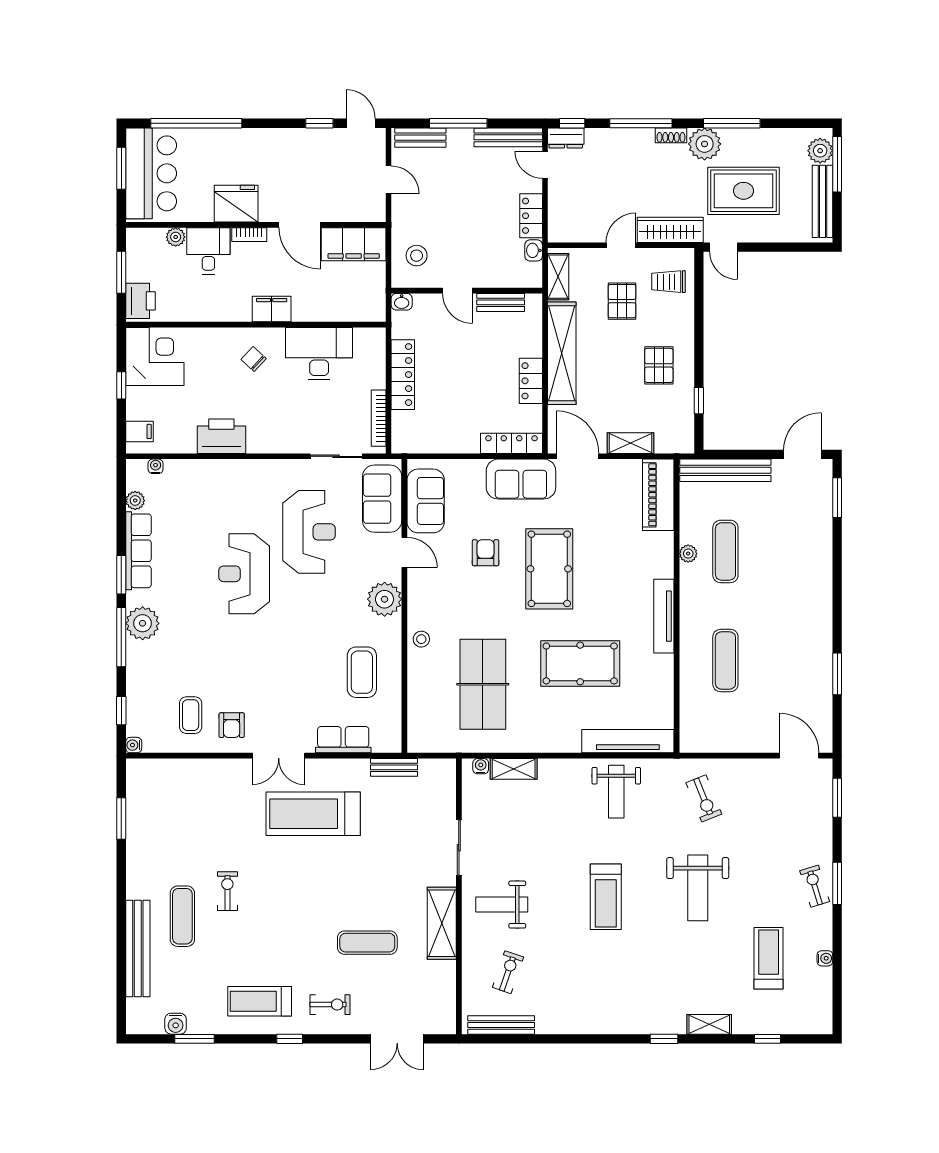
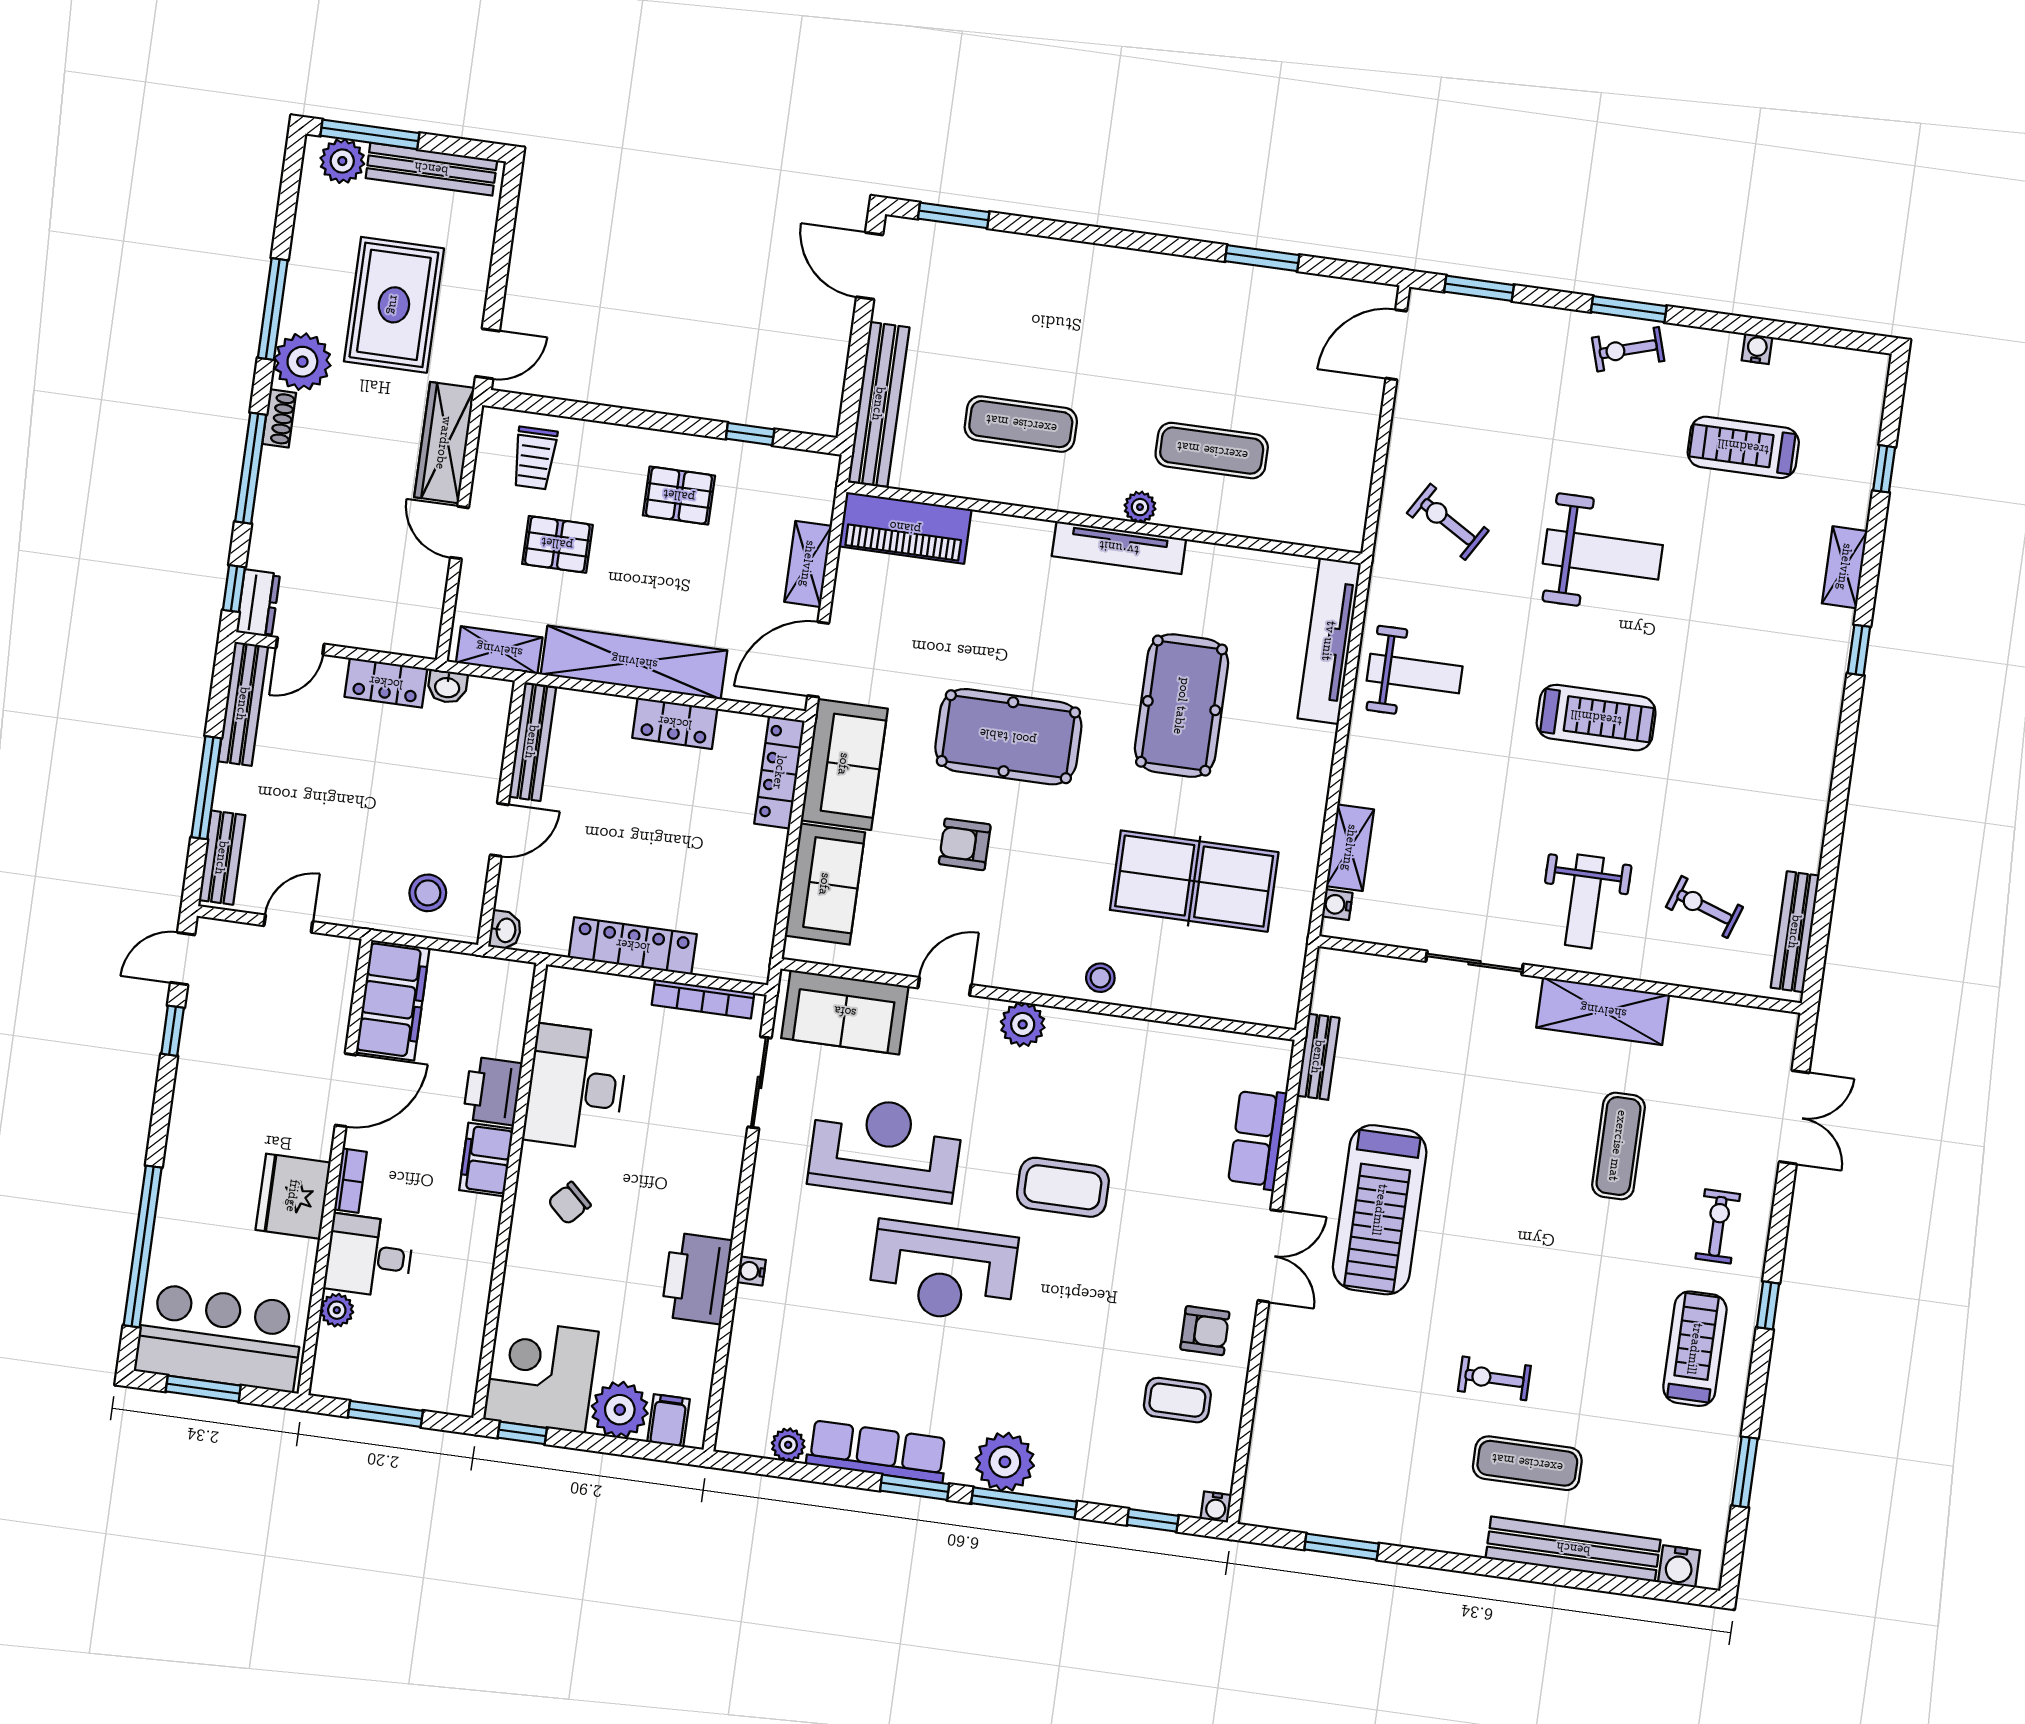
printer: (140, 301) -> (493, 1091), moved, turned -90
bench: (501, 302) -> (532, 742), width x1.36
window: (121, 385) -> (522, 1433), moved
plant: (142, 403) -> (620, 1410), added
water cooler: (156, 466) -> (751, 1271), moved
sofa: (426, 501) -> (825, 884), moved, turned 90
plant: (688, 554) -> (1140, 507), moved
plant: (385, 599) -> (1023, 1024), width x0.73, depth x0.73
coffee table: (362, 672) -> (1063, 1187), moved
exercise bike: (704, 798) -> (1448, 522), turned -127
treadmill: (260, 1001) -> (1695, 1349), turned 180
water cooler: (176, 1024) -> (1679, 1566), moved, turned 90

